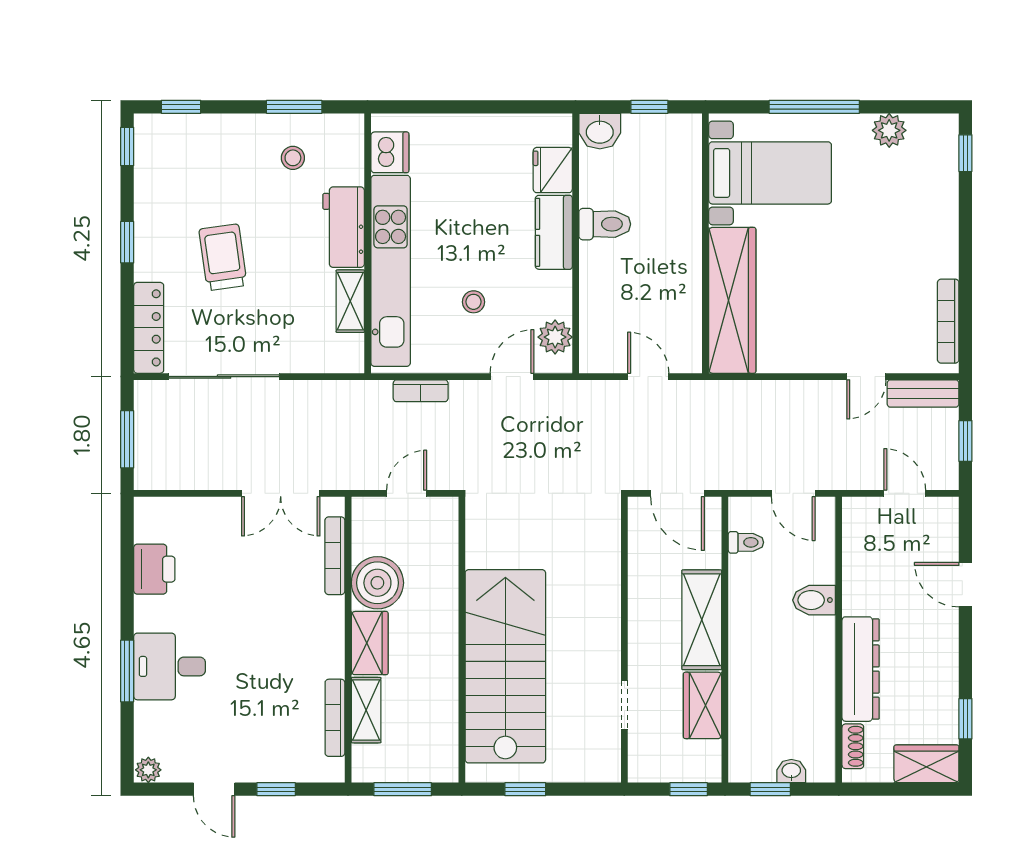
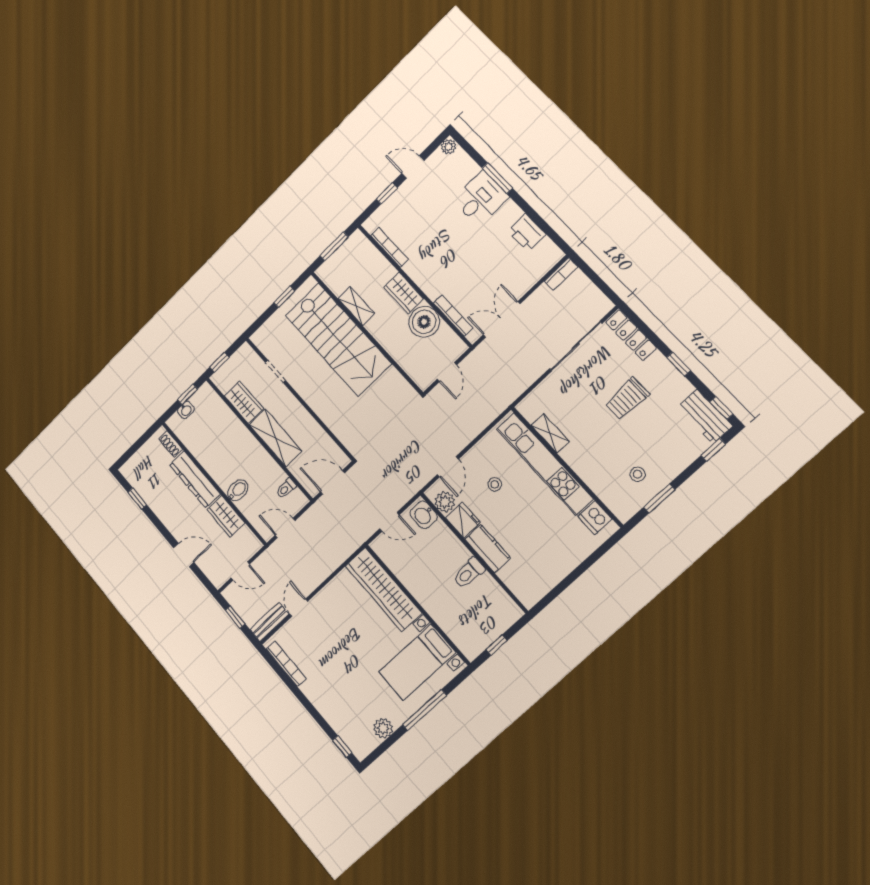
washbasin: (600, 131) -> (424, 515), moved, turned -90
fridge: (553, 170) -> (463, 520), moved
workbench: (344, 227) -> (705, 417), moved, turned 180
trolley: (223, 257) -> (627, 399), turned 98
bookcase: (421, 391) -> (561, 274), moved, turned 180
window: (127, 439) -> (593, 277), removed
shelving: (366, 710) -> (356, 306), moved
wardrobe: (926, 764) -> (226, 516), moved, turned 90

